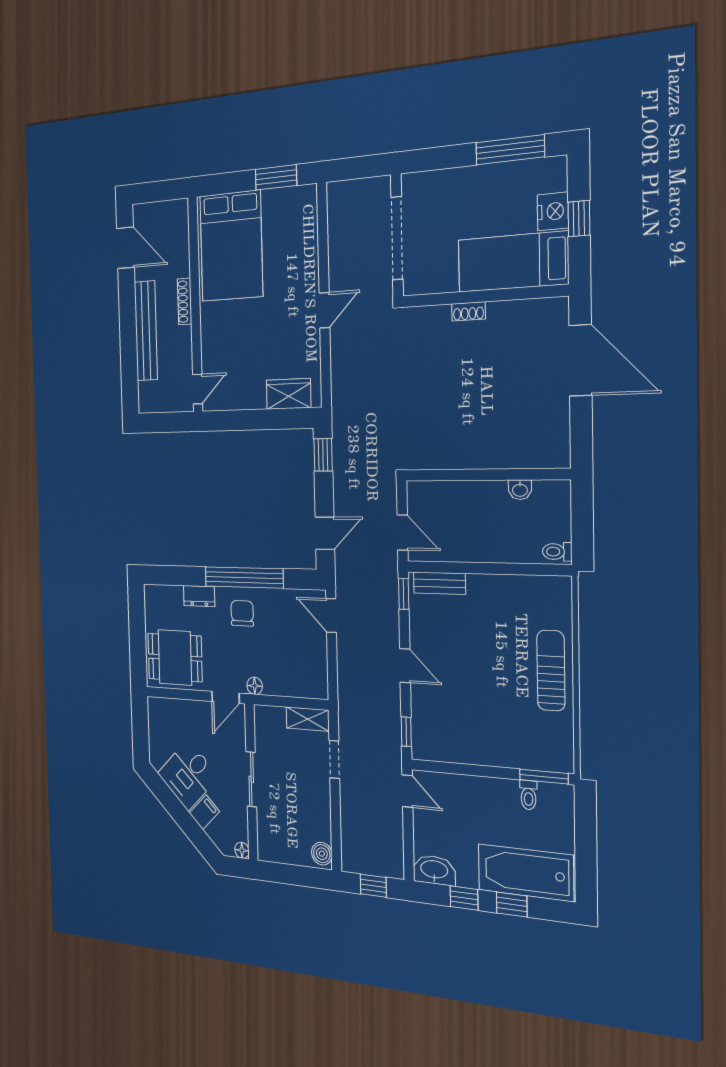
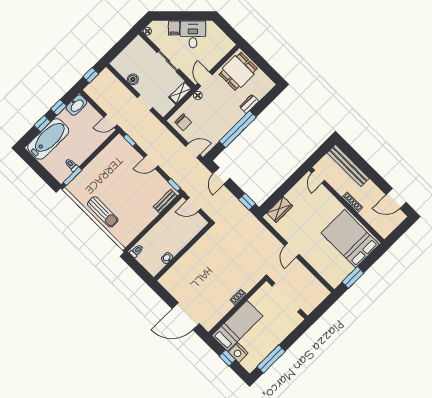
bench: (146, 331) -> (348, 166), moved
chair: (242, 613) -> (183, 122), moved
shelving: (308, 719) -> (180, 93), moved
boiler: (322, 854) -> (133, 79), moved

